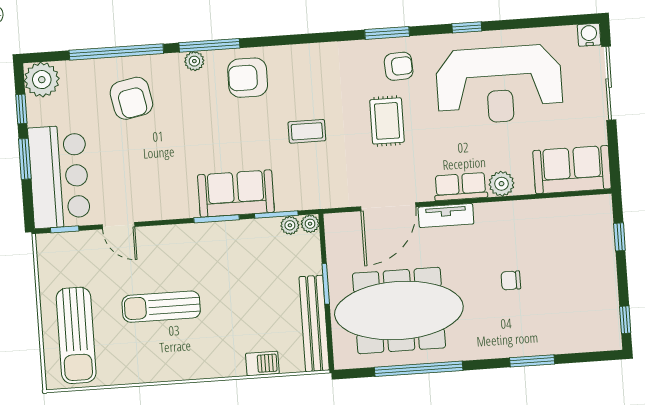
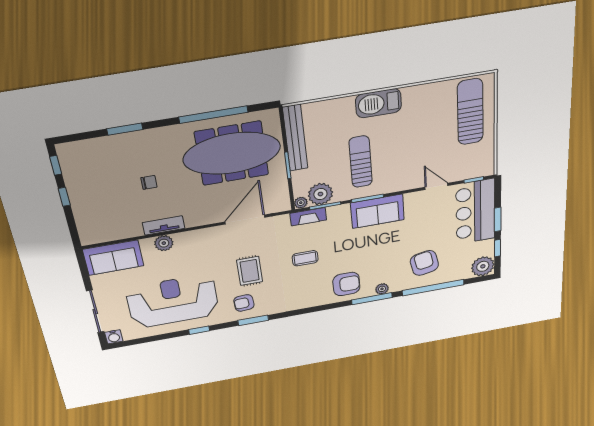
row of seats: (461, 187) -> (193, 238), removed
sofa: (236, 194) -> (377, 211), moved
fireplace: (300, 200) -> (308, 217), added
tv unit: (446, 216) -> (164, 225), moved
plant: (290, 225) -> (320, 194), width x1.87, depth x1.87
window: (619, 237) -> (64, 197), moved
sun lounger: (161, 307) -> (361, 162), moved, turned -90
barbecue: (262, 363) -> (378, 103), moved, width x1.88, depth x1.53

